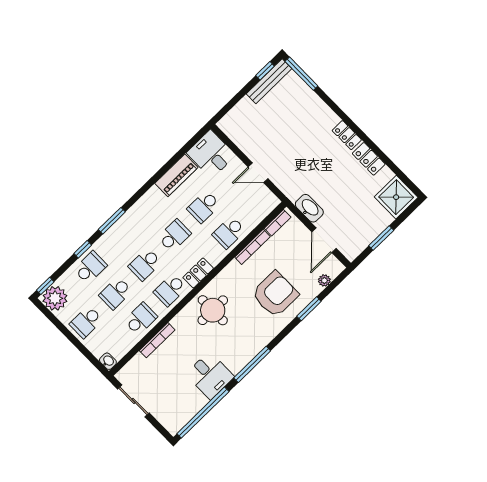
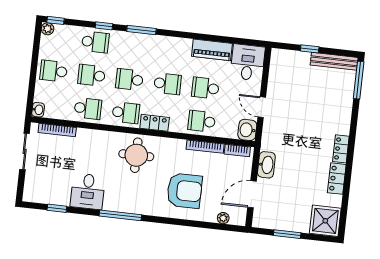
window: (265, 71) -> (310, 49), moved
washbasin: (267, 200) -> (247, 130), added
school desk: (170, 290) -> (126, 113), turned 180
plant: (55, 298) -> (48, 29), width x0.53, depth x0.53
window: (309, 309) -> (194, 224), removed
bookcase: (157, 340) -> (57, 130), moved
window: (203, 413) -> (57, 208), width x0.32

